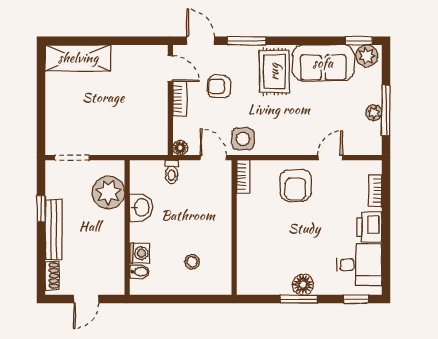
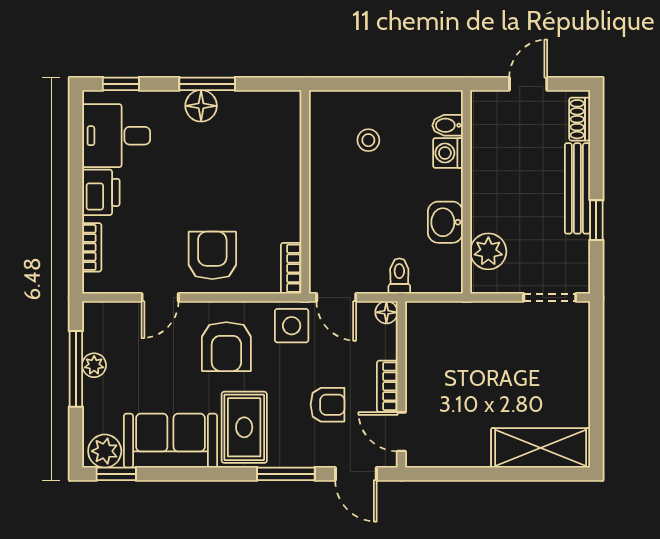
armchair: (286, 125) -> (226, 347), added
plant: (108, 192) -> (488, 251), width x0.73, depth x0.73

